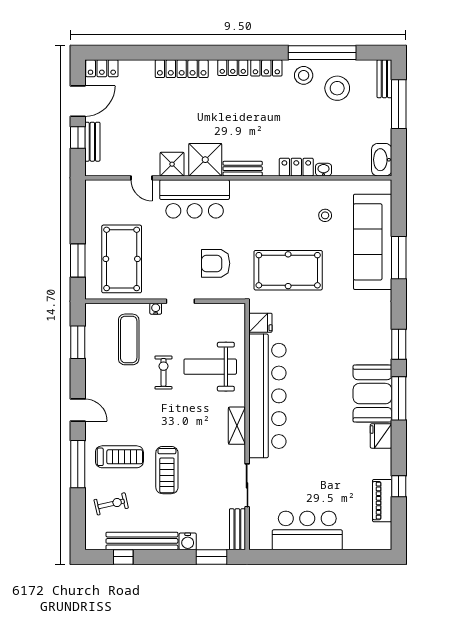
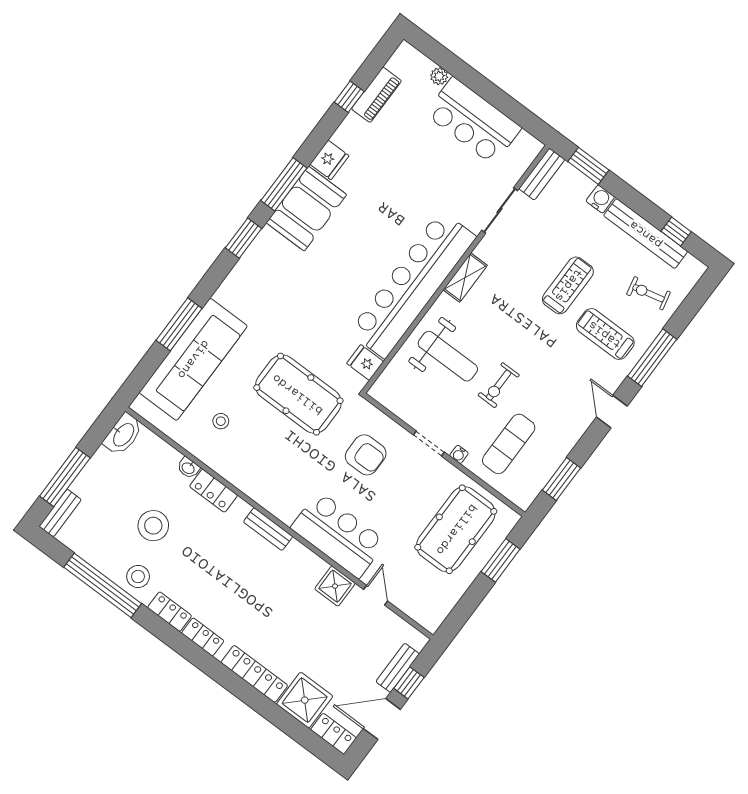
stool: (337, 88) -> (153, 526), moved
shower: (205, 160) -> (305, 700), moved
plant: (351, 543) -> (439, 76), added

